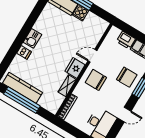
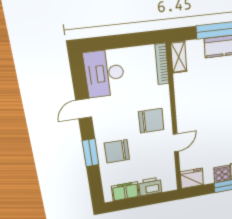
fridge: (75, 68) -> (192, 178), moved, turned -90
shelving: (67, 86) -> (179, 57), moved

